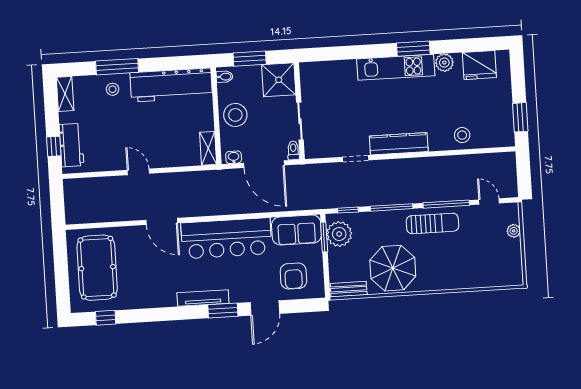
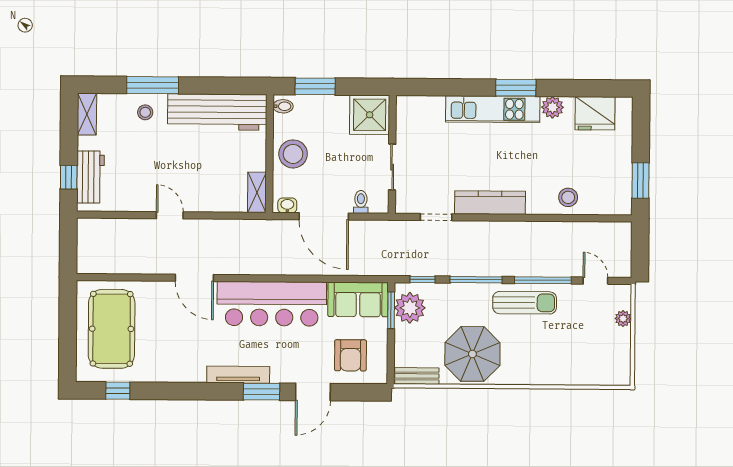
shower: (279, 80) -> (370, 115), moved
wall: (299, 111) -> (392, 154), moved
sliding door: (300, 121) -> (392, 167), moved

